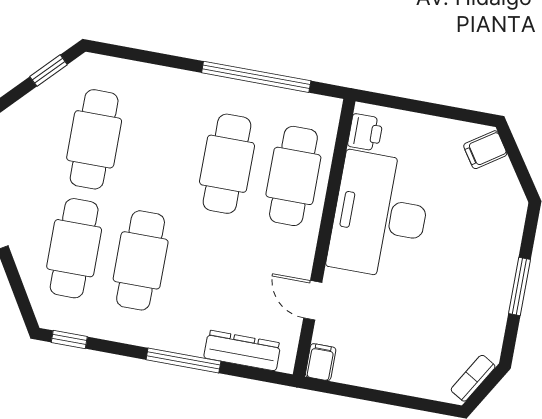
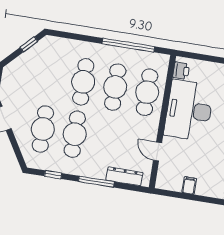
cafe table: (94, 139) -> (83, 82), moved
window: (69, 340) -> (53, 175), moved
filing cabinet: (321, 362) -> (189, 185), moved

